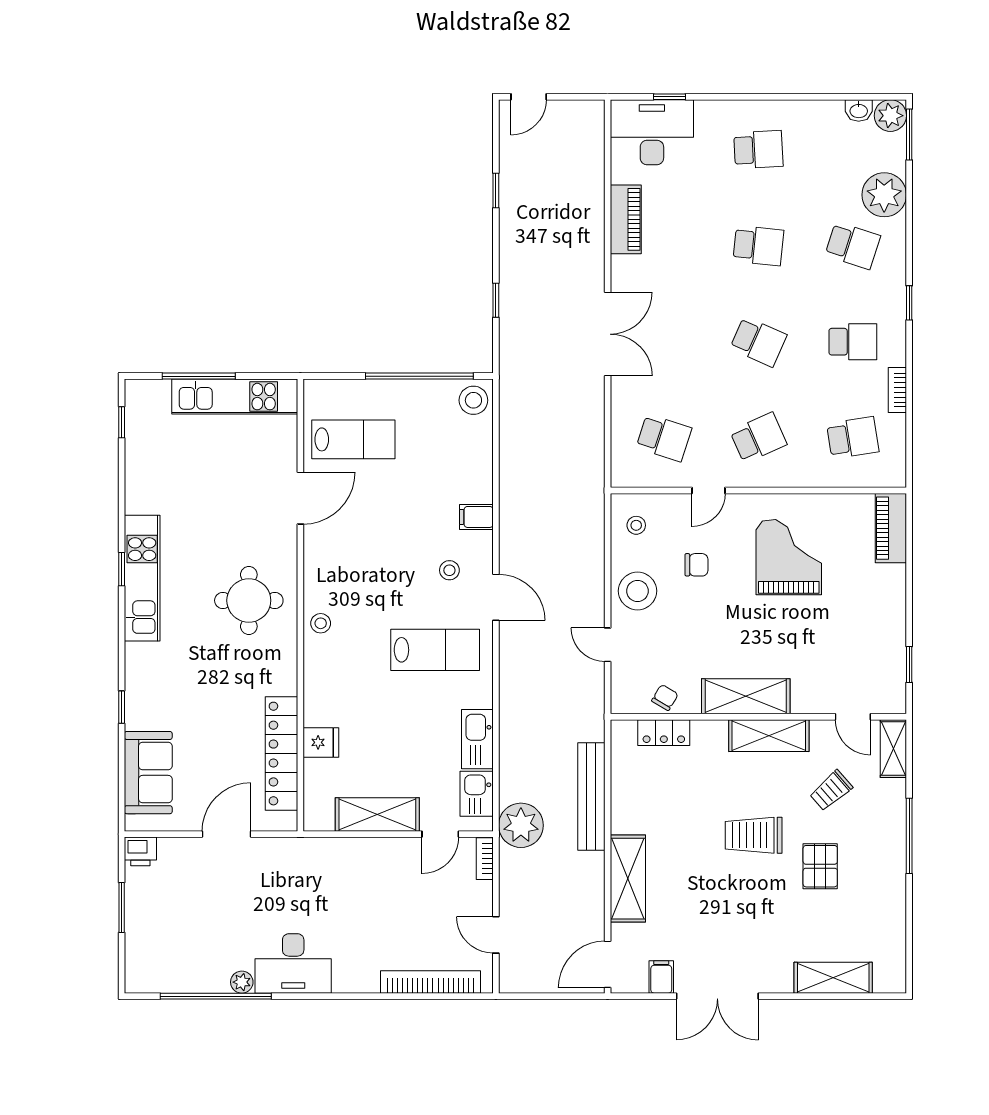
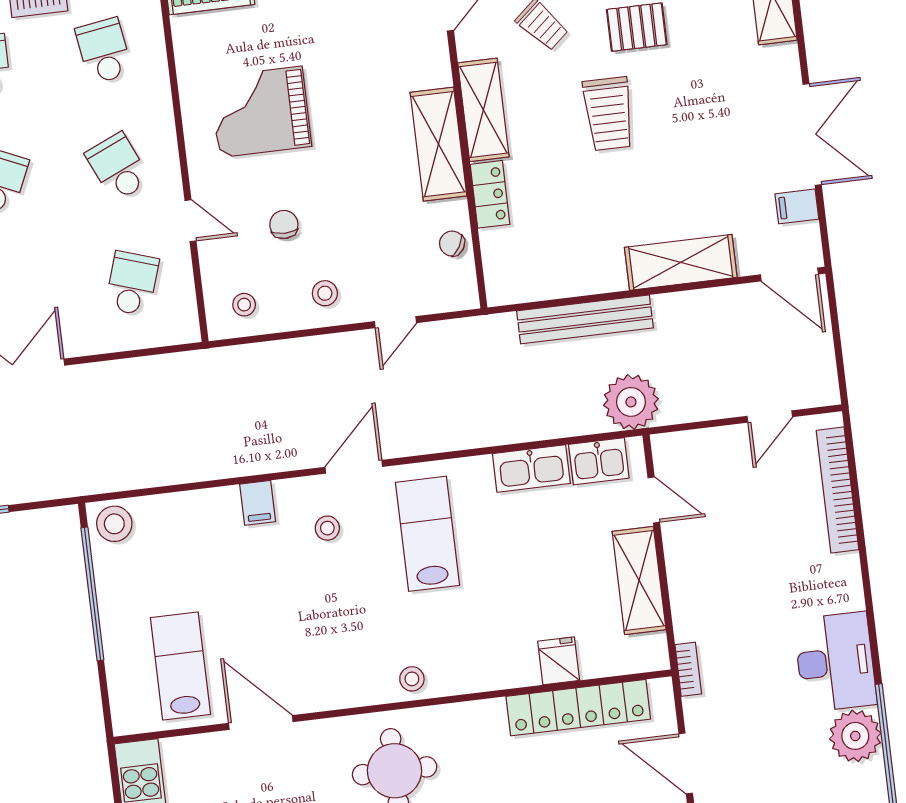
stool: (637, 591) -> (325, 293), width x0.53, depth x0.53
locker: (664, 733) -> (490, 194), moved
bookcase: (485, 859) -> (688, 669), moved, turned -90
plant: (242, 982) -> (855, 736), width x1.88, depth x1.88

